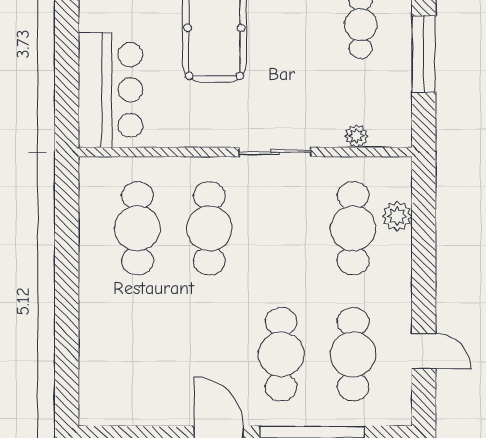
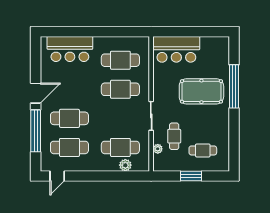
window: (424, 54) -> (191, 176), width x0.69
cafe table: (325, 95) -> (174, 136), added
door: (424, 351) -> (57, 176), moved
bar counter: (110, 353) -> (70, 49), added

